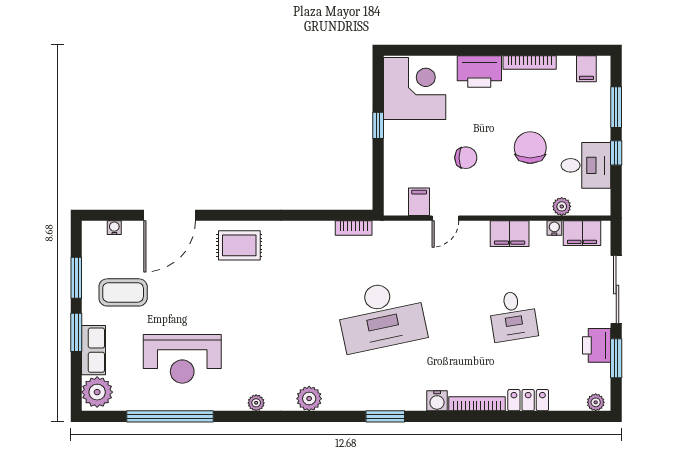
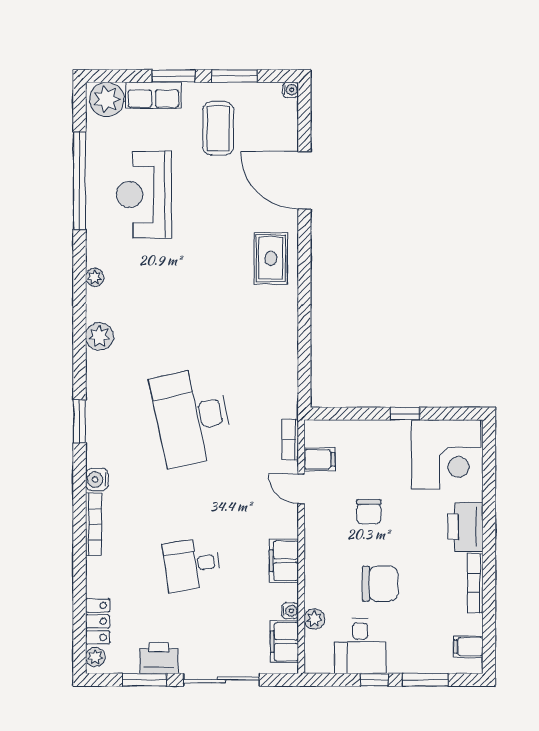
water cooler: (114, 228) -> (291, 90), moved
bookcase: (354, 228) -> (290, 439), moved
locker: (528, 400) -> (98, 621), moved

